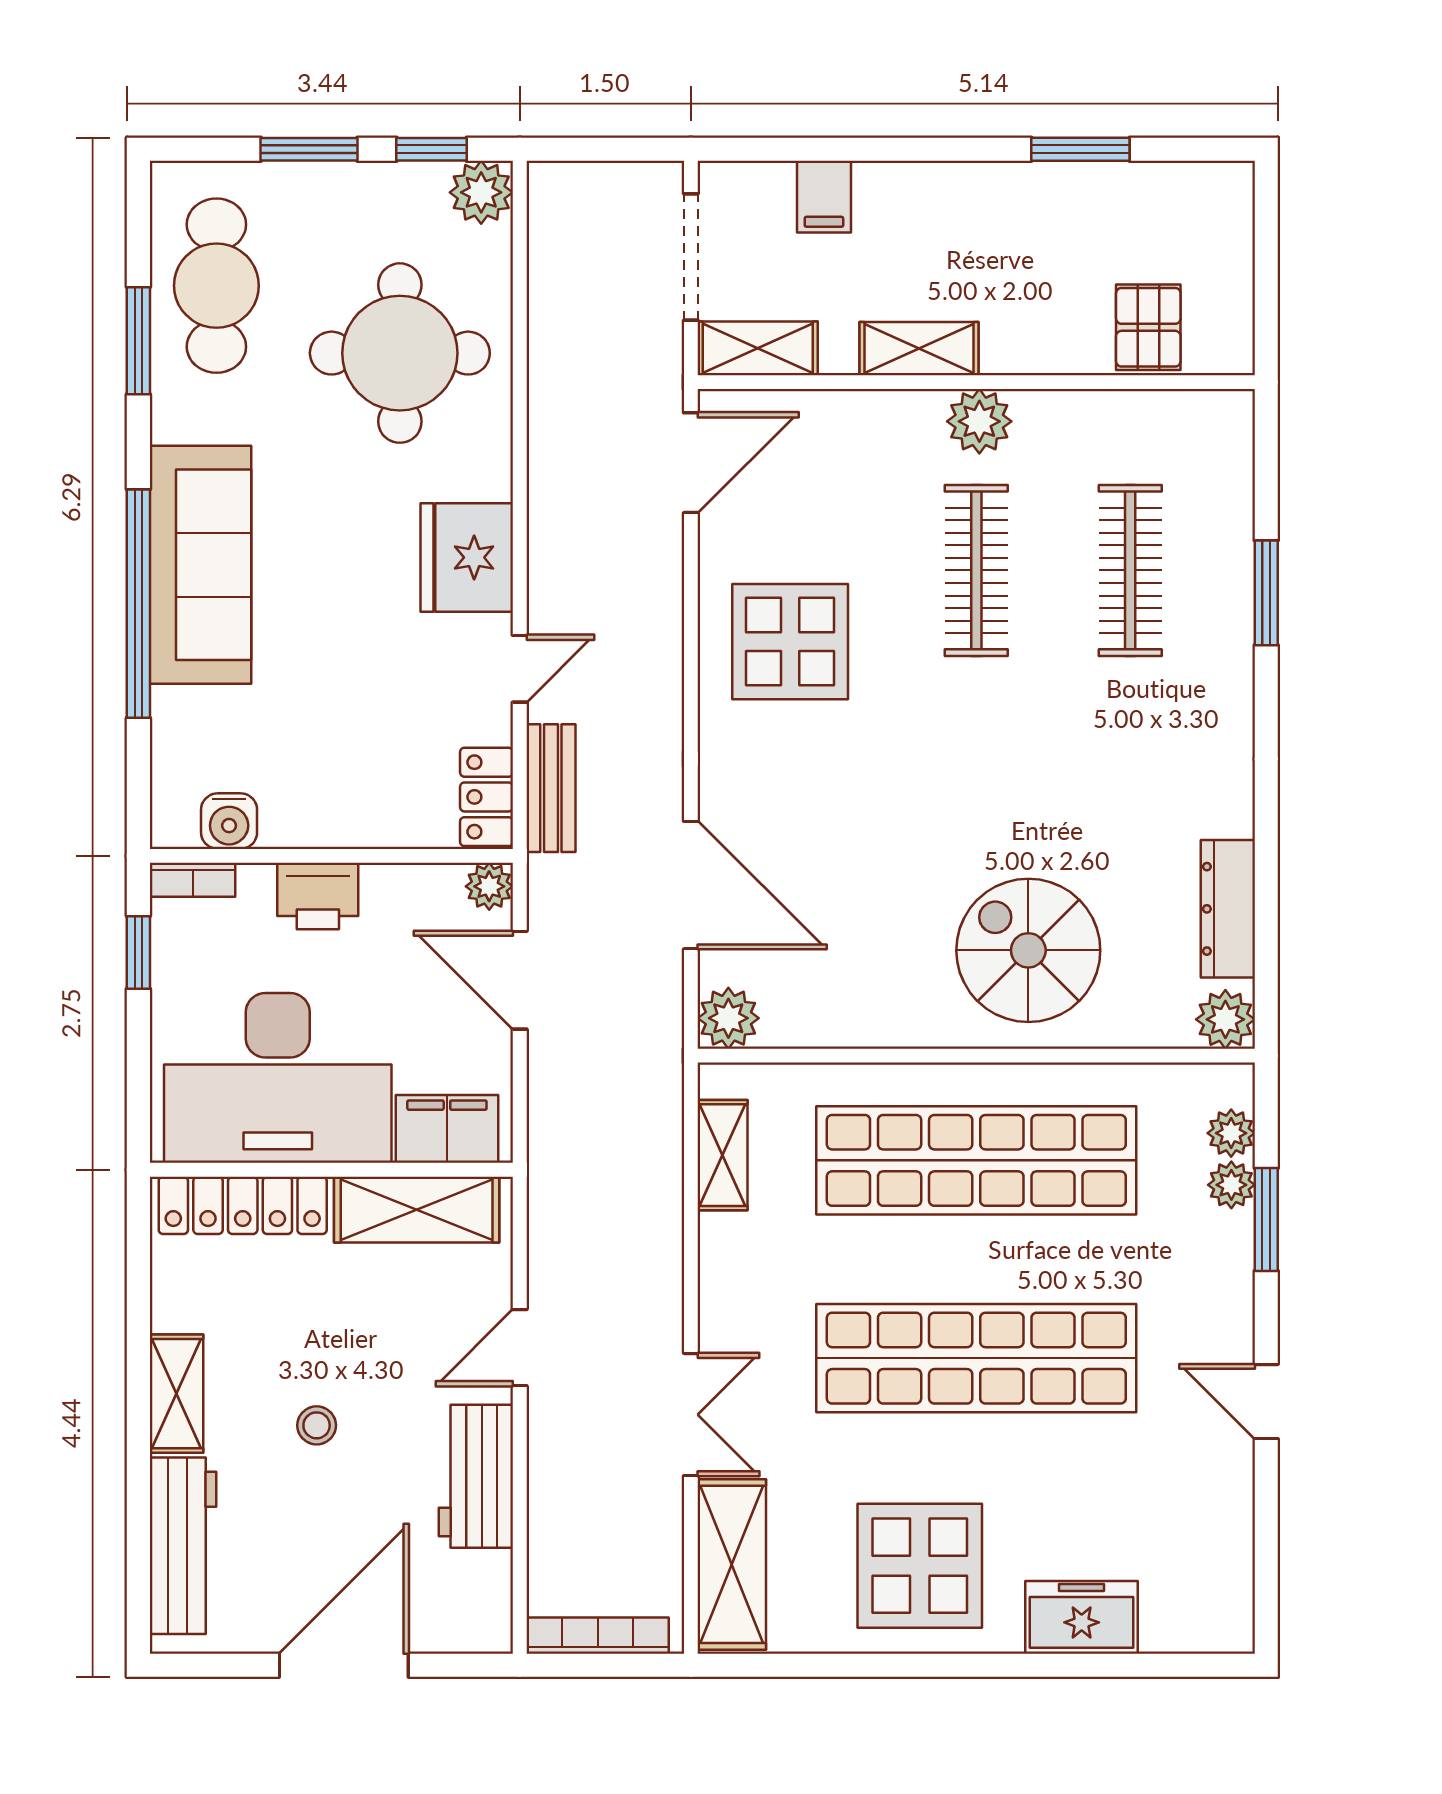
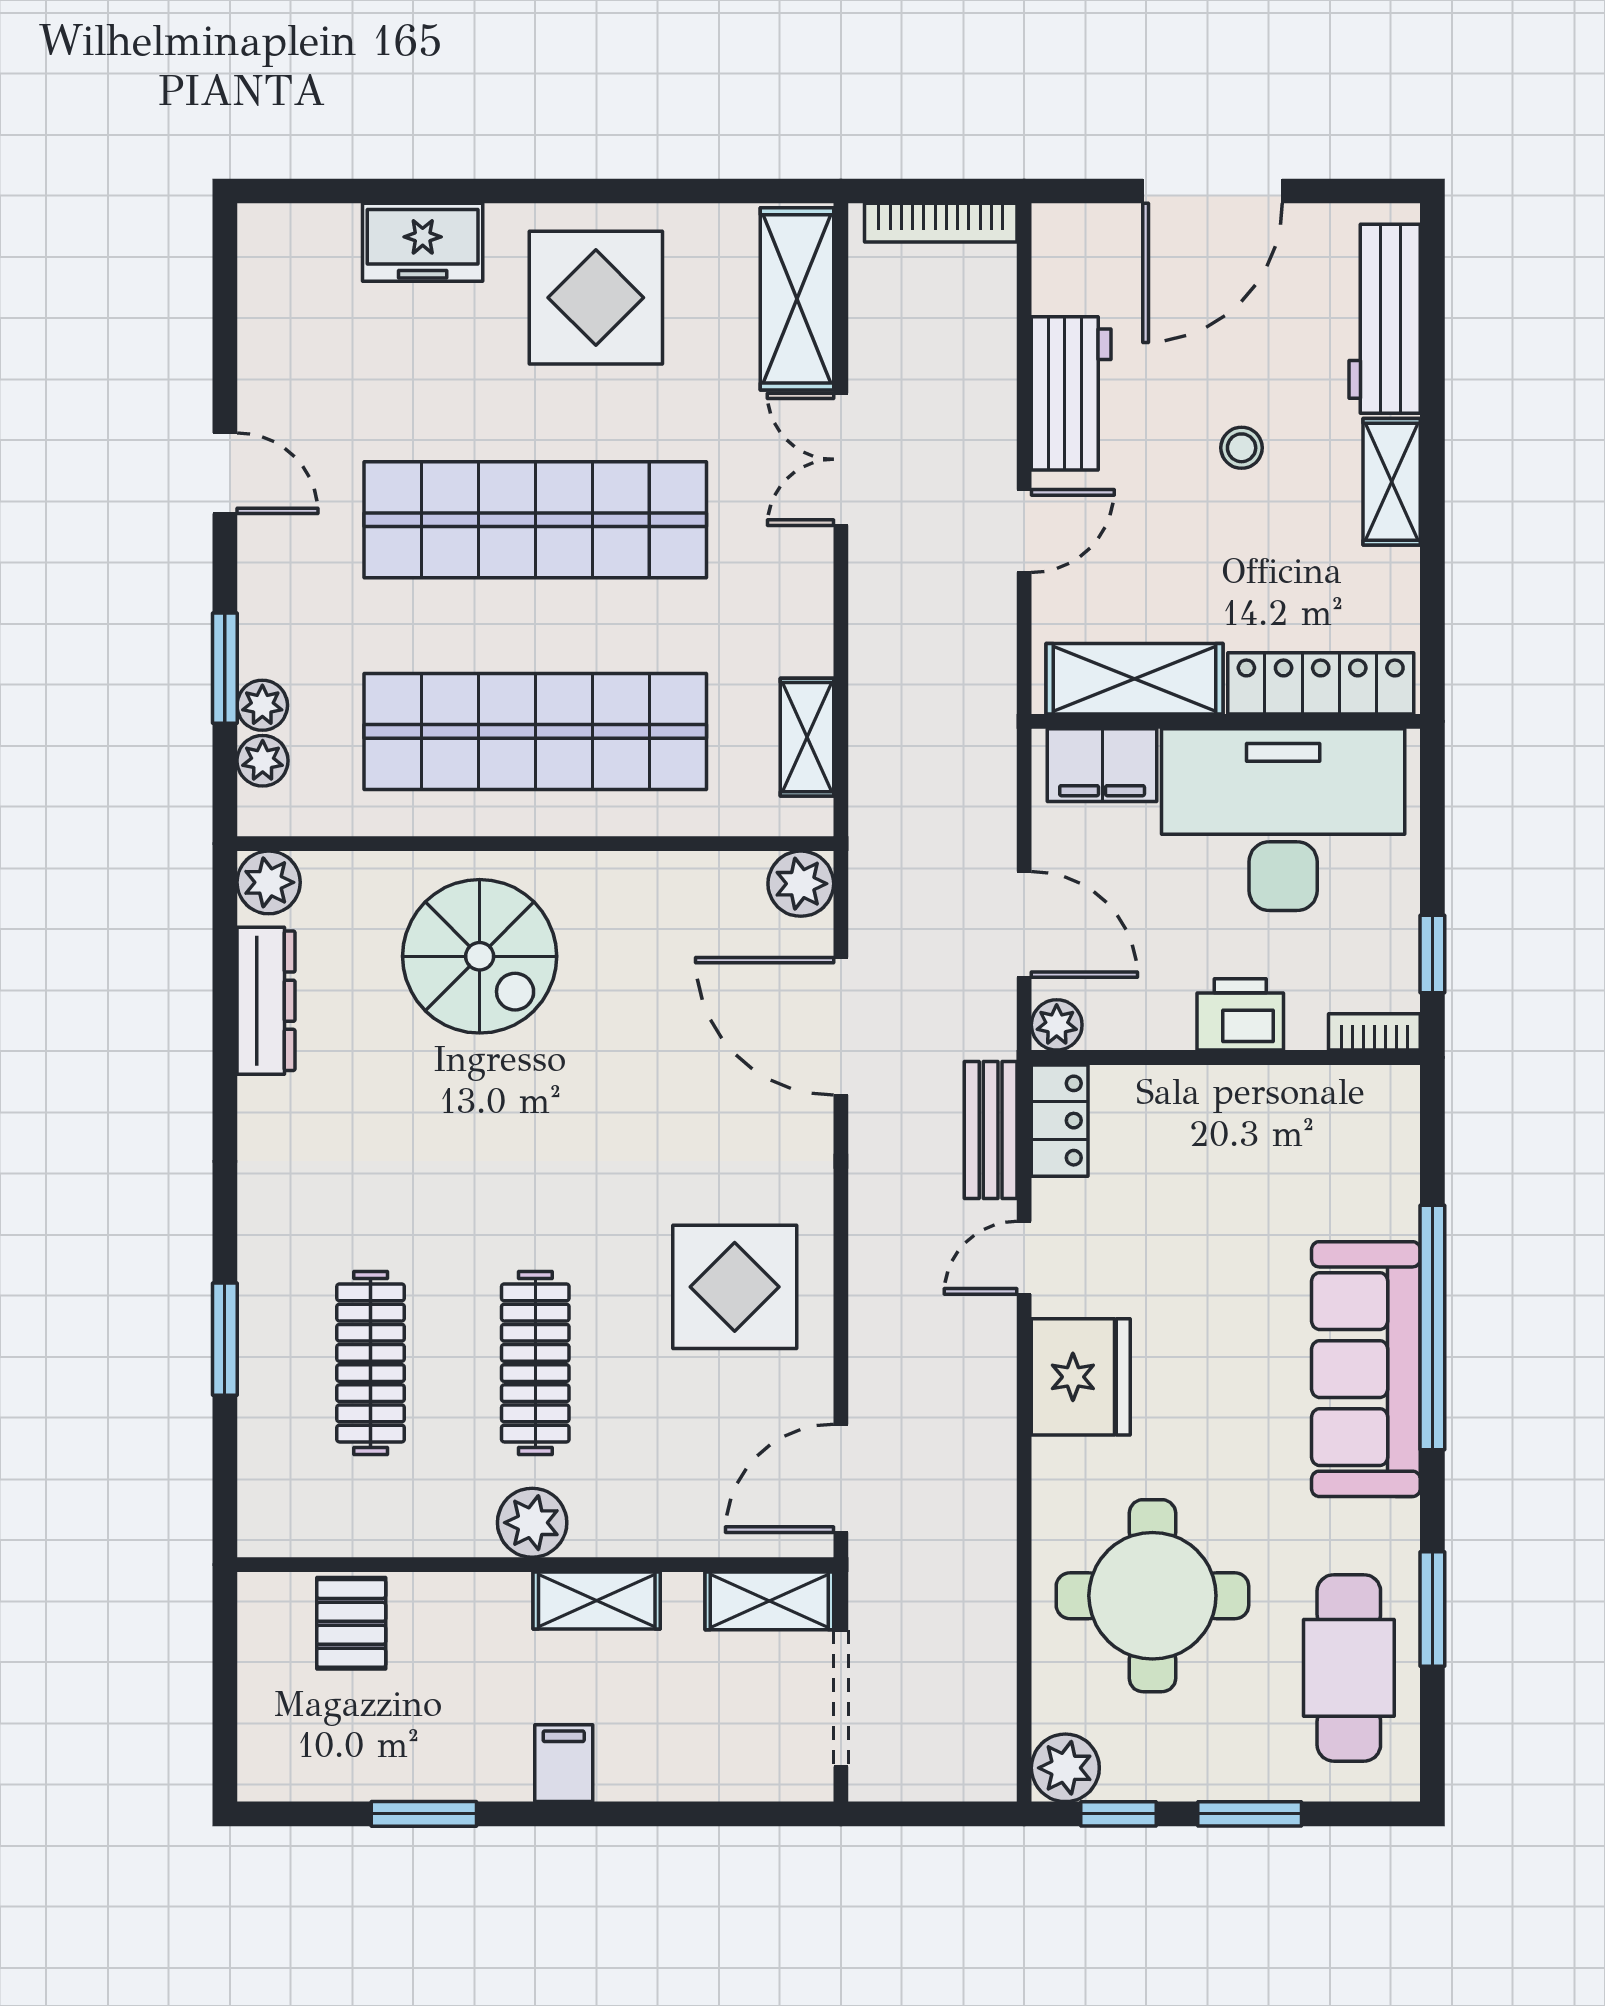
filing cabinet: (824, 197) -> (564, 1763), moved
water cooler: (229, 821) -> (1335, 1095), removed

